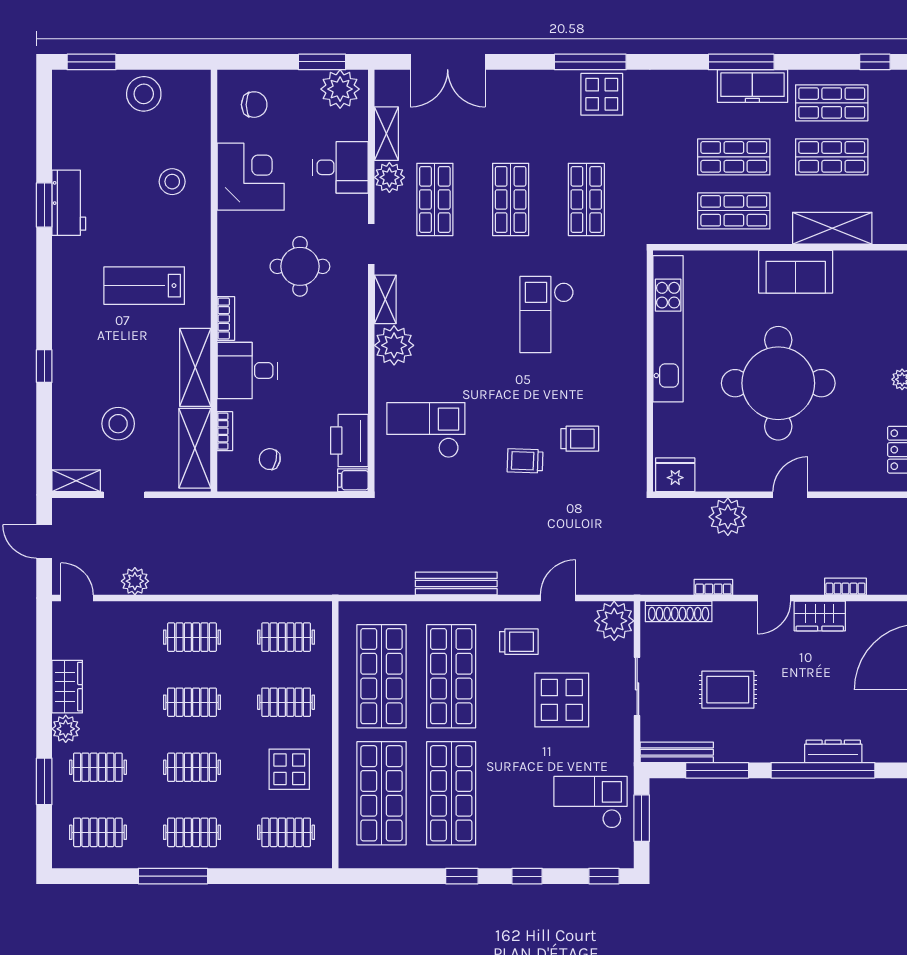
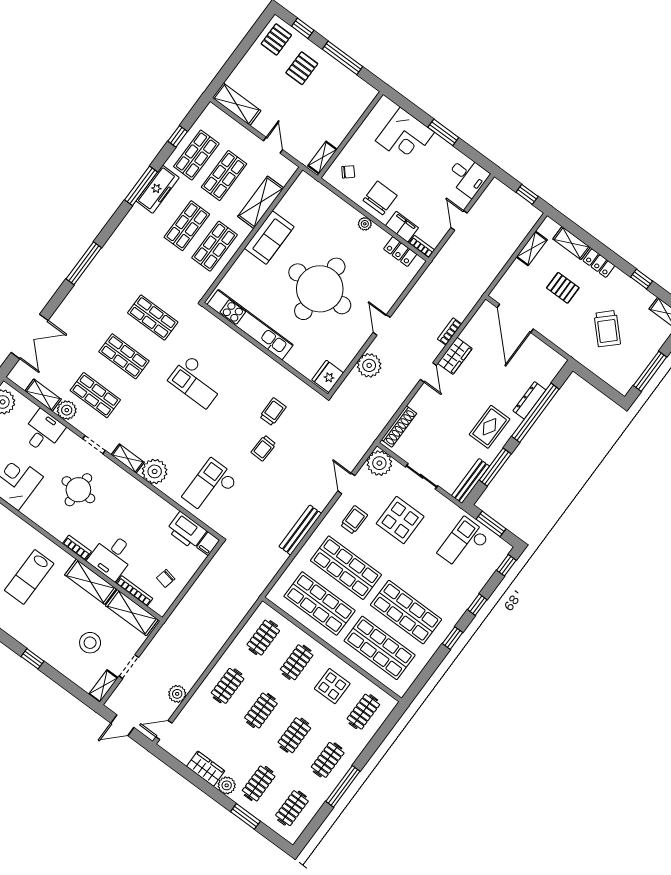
window: (875, 62) -> (178, 136), moved
display table: (602, 94) -> (105, 270), removed
bookcase: (225, 431) -> (134, 591), width x1.56
bookcase: (713, 587) -> (400, 399), removed
rug: (728, 690) -> (490, 427), moved

